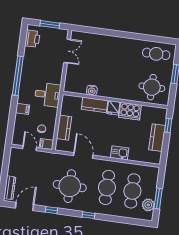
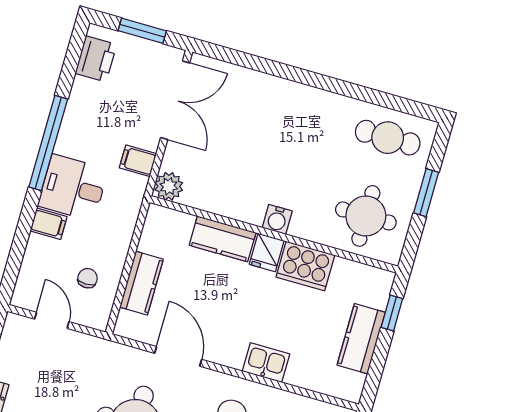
double door: (67, 51) -> (175, 100), width x1.37
plant: (70, 87) -> (169, 186), added
water cooler: (92, 90) -> (277, 219), moved
desk: (48, 95) -> (73, 188), moved, turned 180
filing cabinet: (46, 144) -> (138, 161), moved

